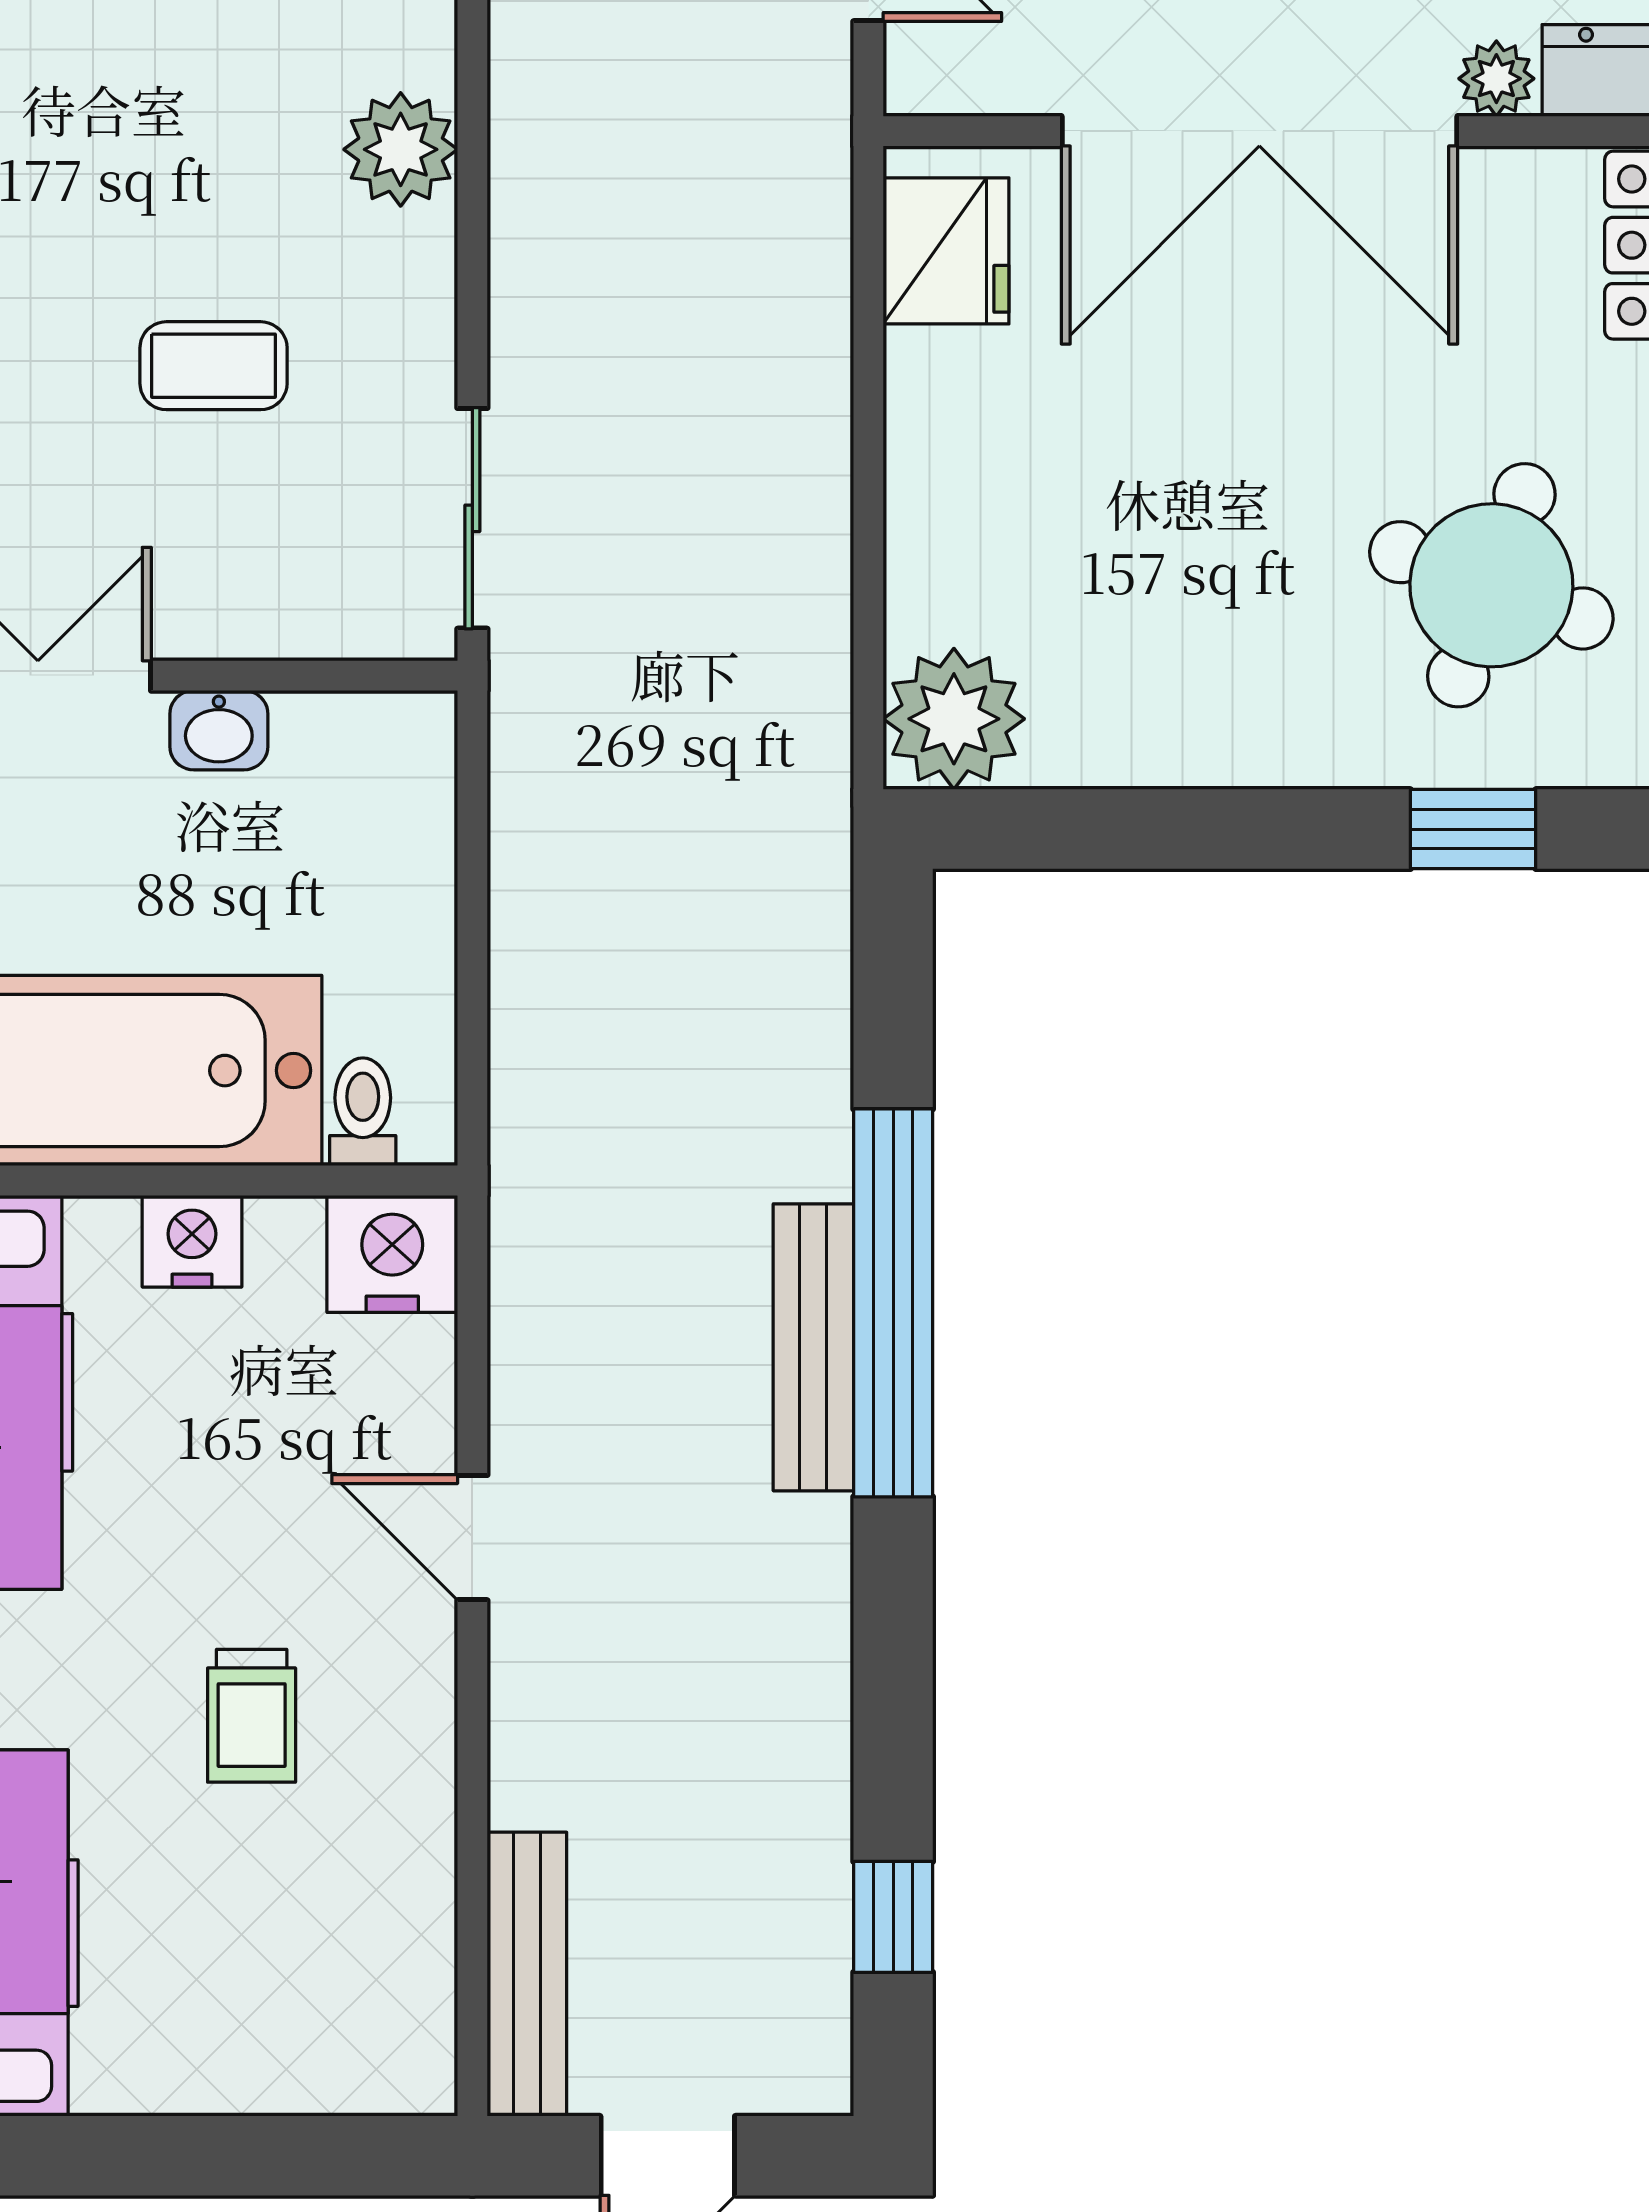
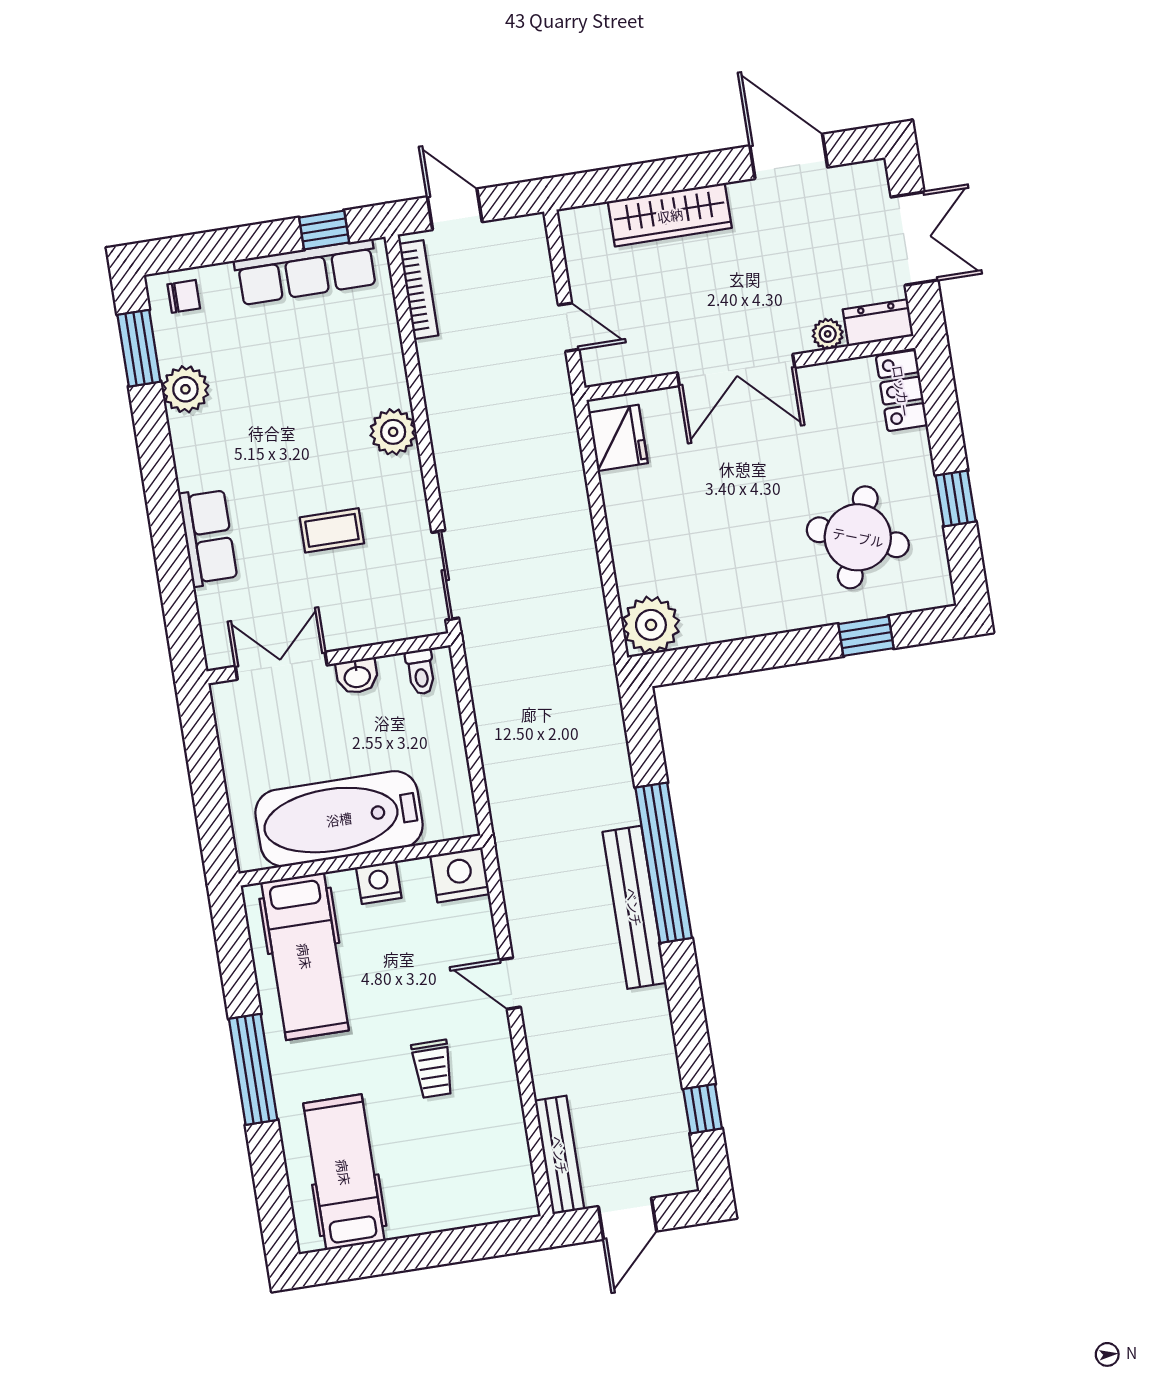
double door: (1259, 131) -> (736, 370), width x0.73
toilet: (363, 1112) -> (421, 672), moved, turned 180
bench: (813, 1347) -> (634, 907), width x1.37, depth x1.21

